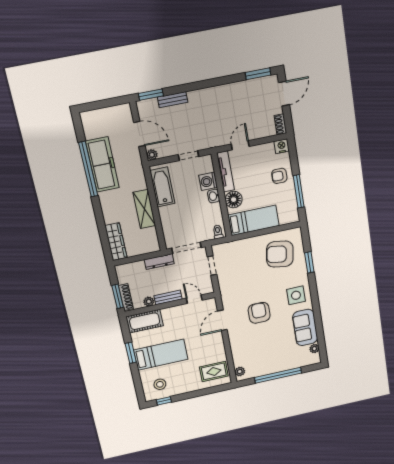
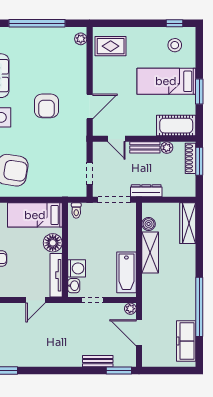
freezer: (102, 165) -> (186, 341), moved, width x0.73, depth x0.79
washbasin: (214, 196) -> (74, 286), moved
boiler: (151, 234) -> (149, 224), added

